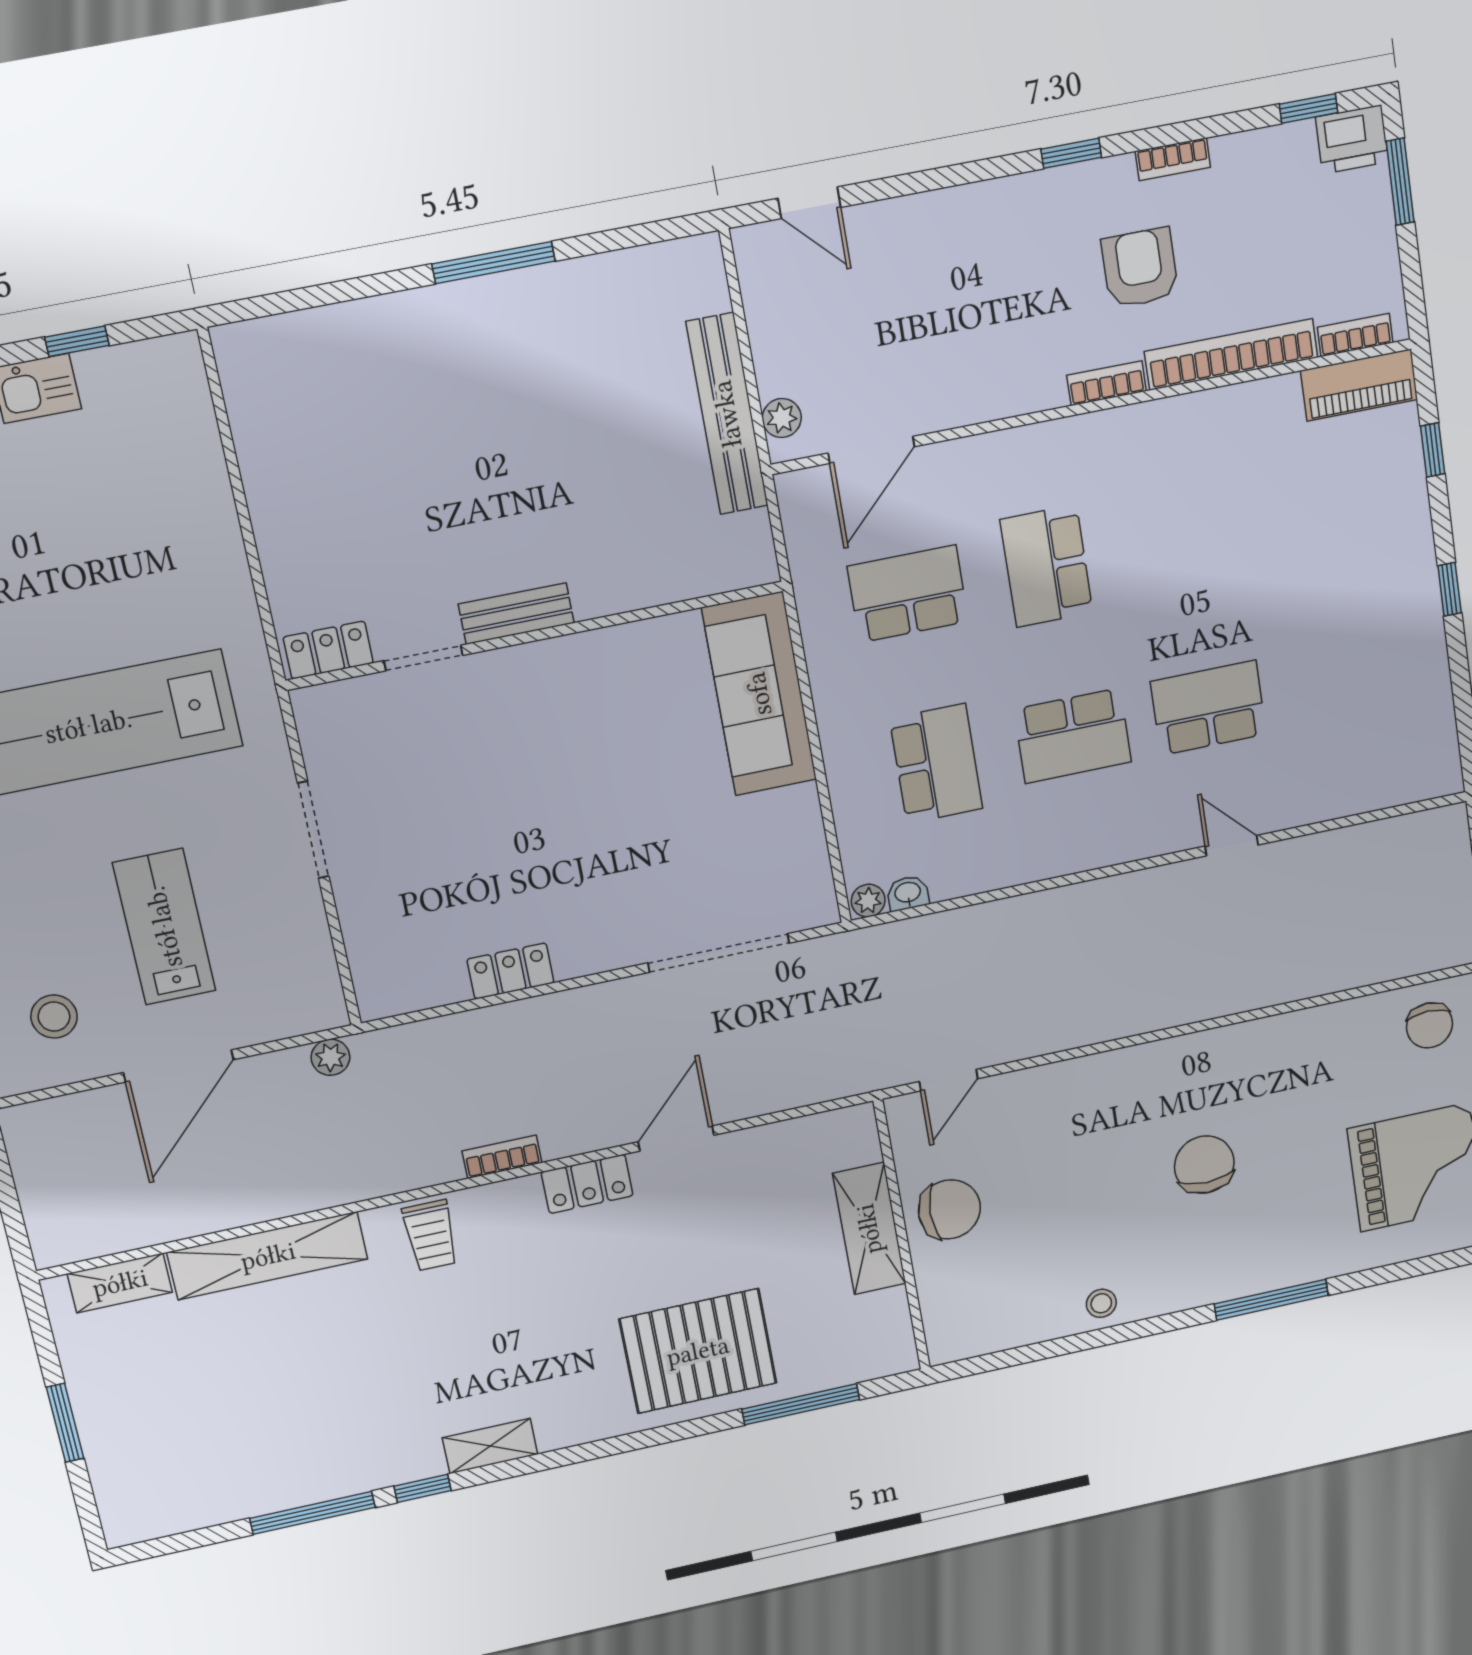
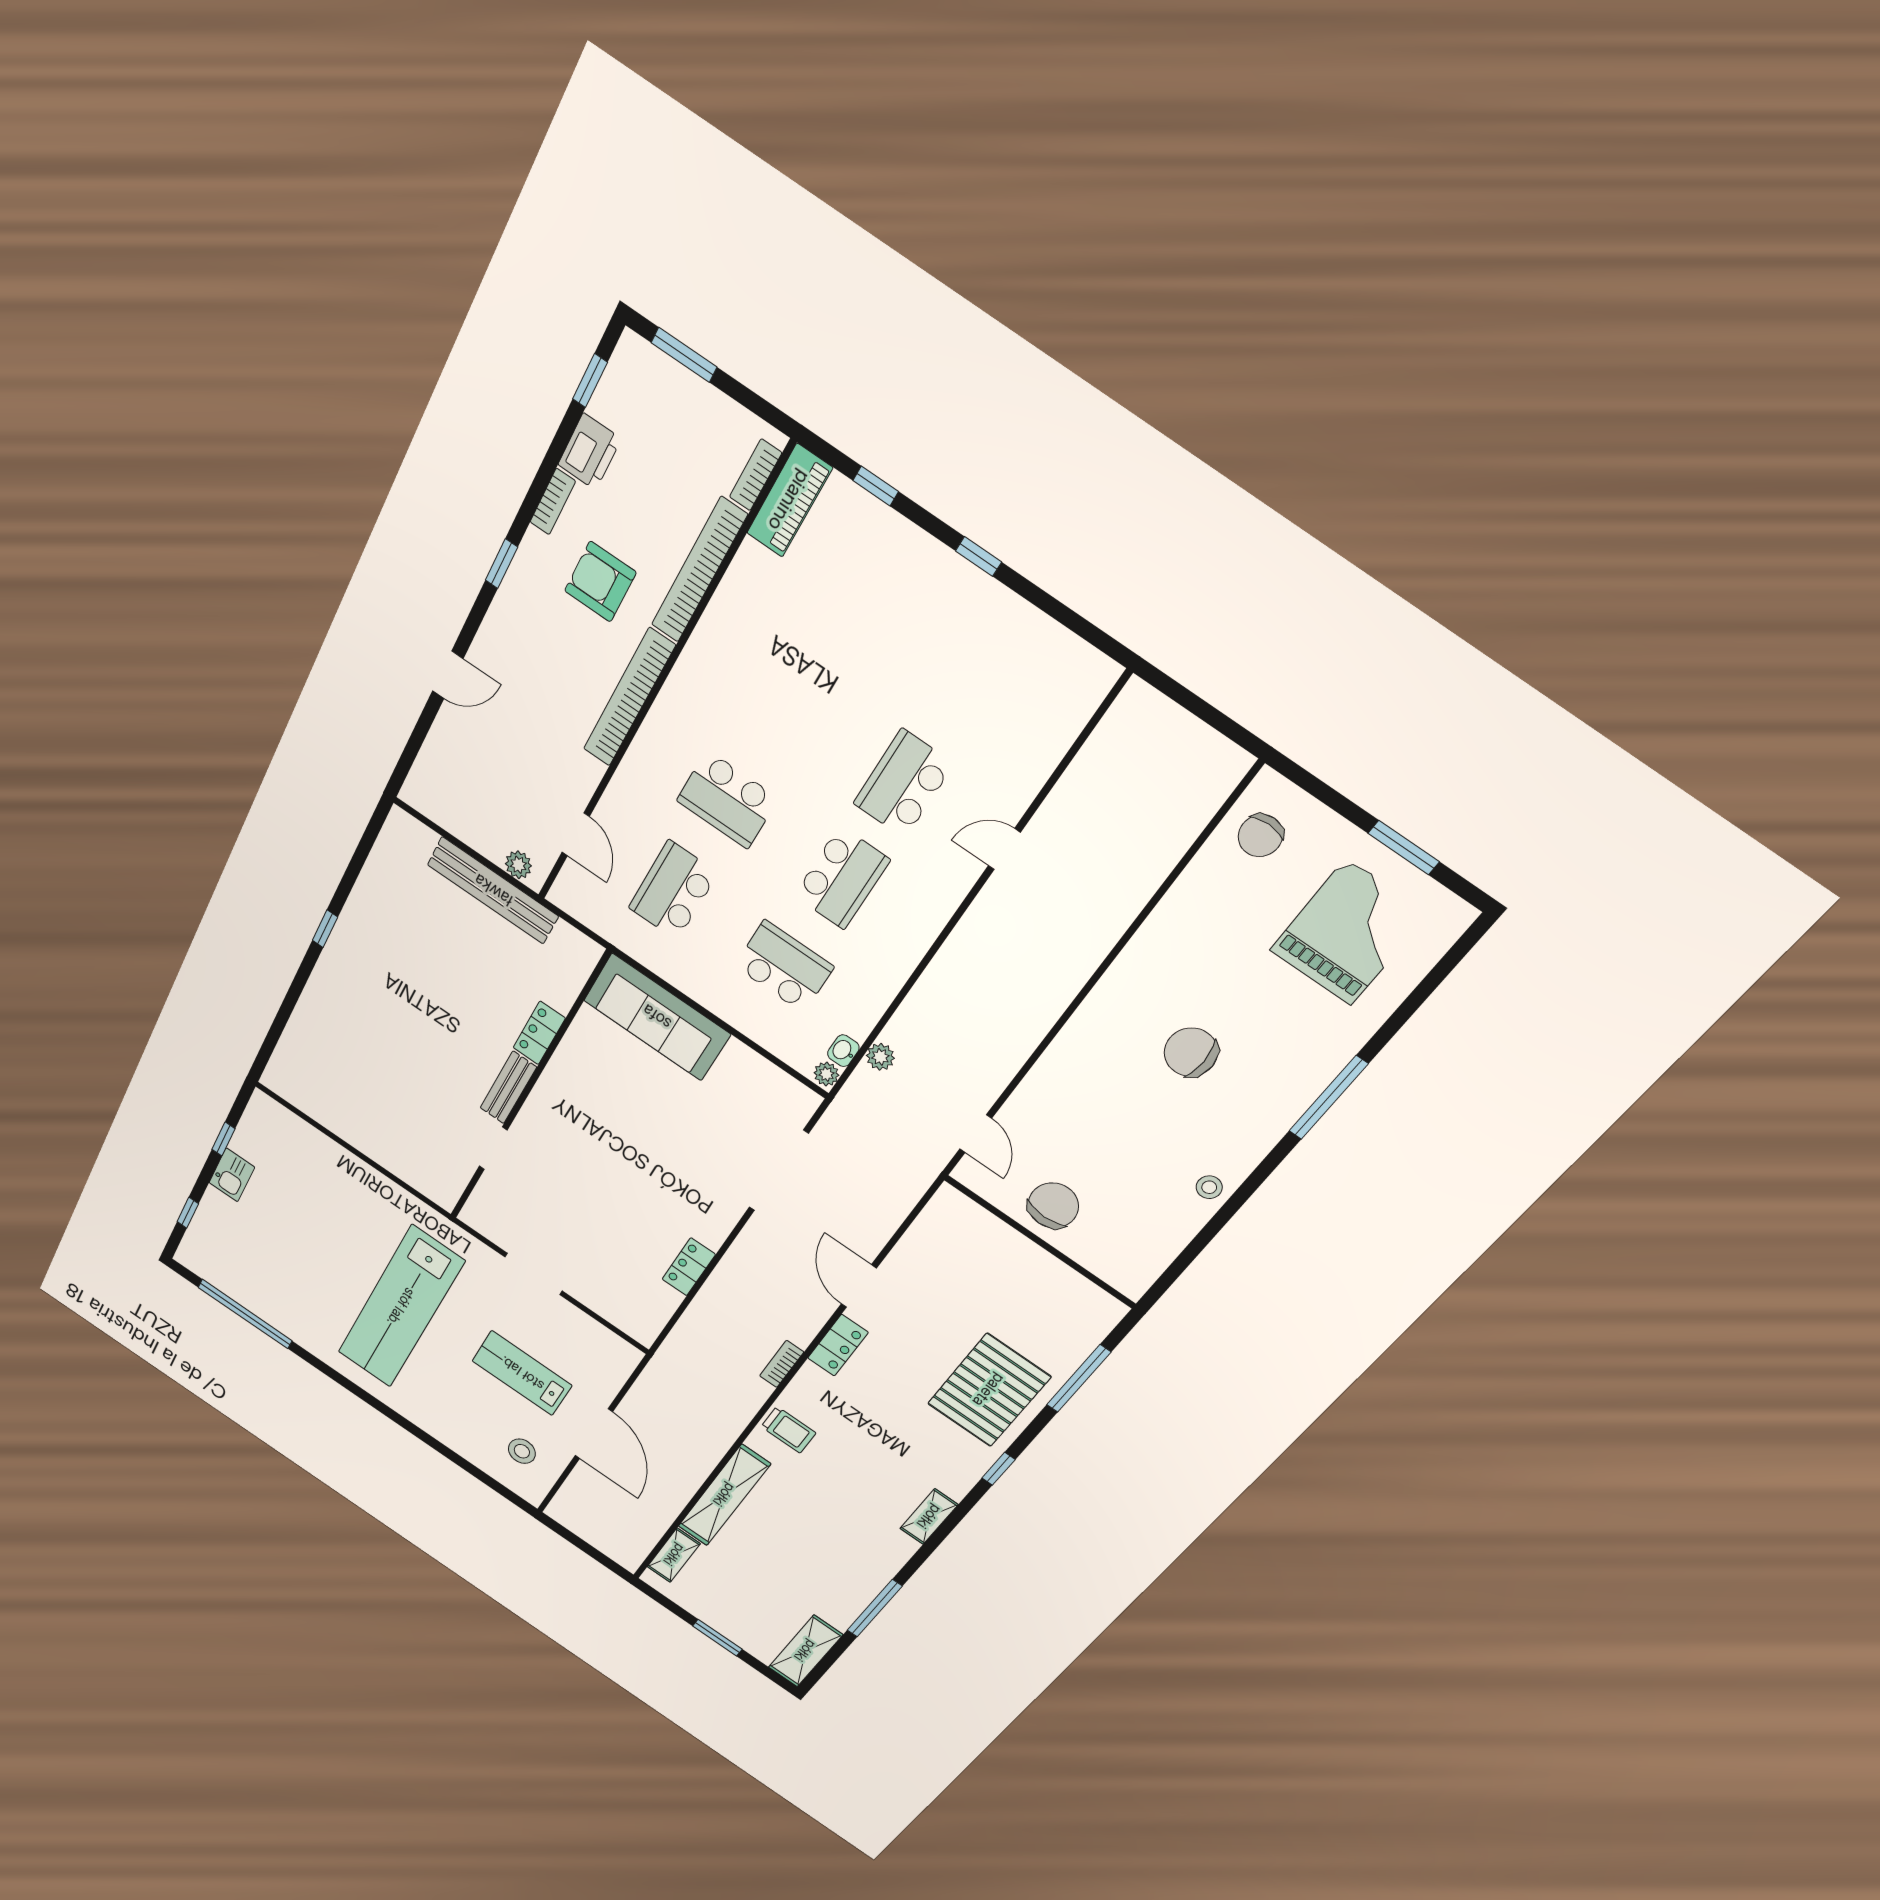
printer: (1352, 139) -> (590, 452), moved
door: (809, 203) -> (448, 675), moved
window: (494, 263) -> (325, 929), width x0.46
bookcase: (1107, 383) -> (629, 698), width x2.31, depth x1.31
door: (871, 450) -> (576, 834), width x0.73
locker: (328, 650) -> (539, 1033), moved
chair: (1429, 1025) -> (1260, 836), turned 90
plant: (330, 1057) -> (880, 1057), moved
shelving: (869, 1229) -> (805, 1651), moved, turned 90
window: (423, 1488) -> (999, 1469), moved

